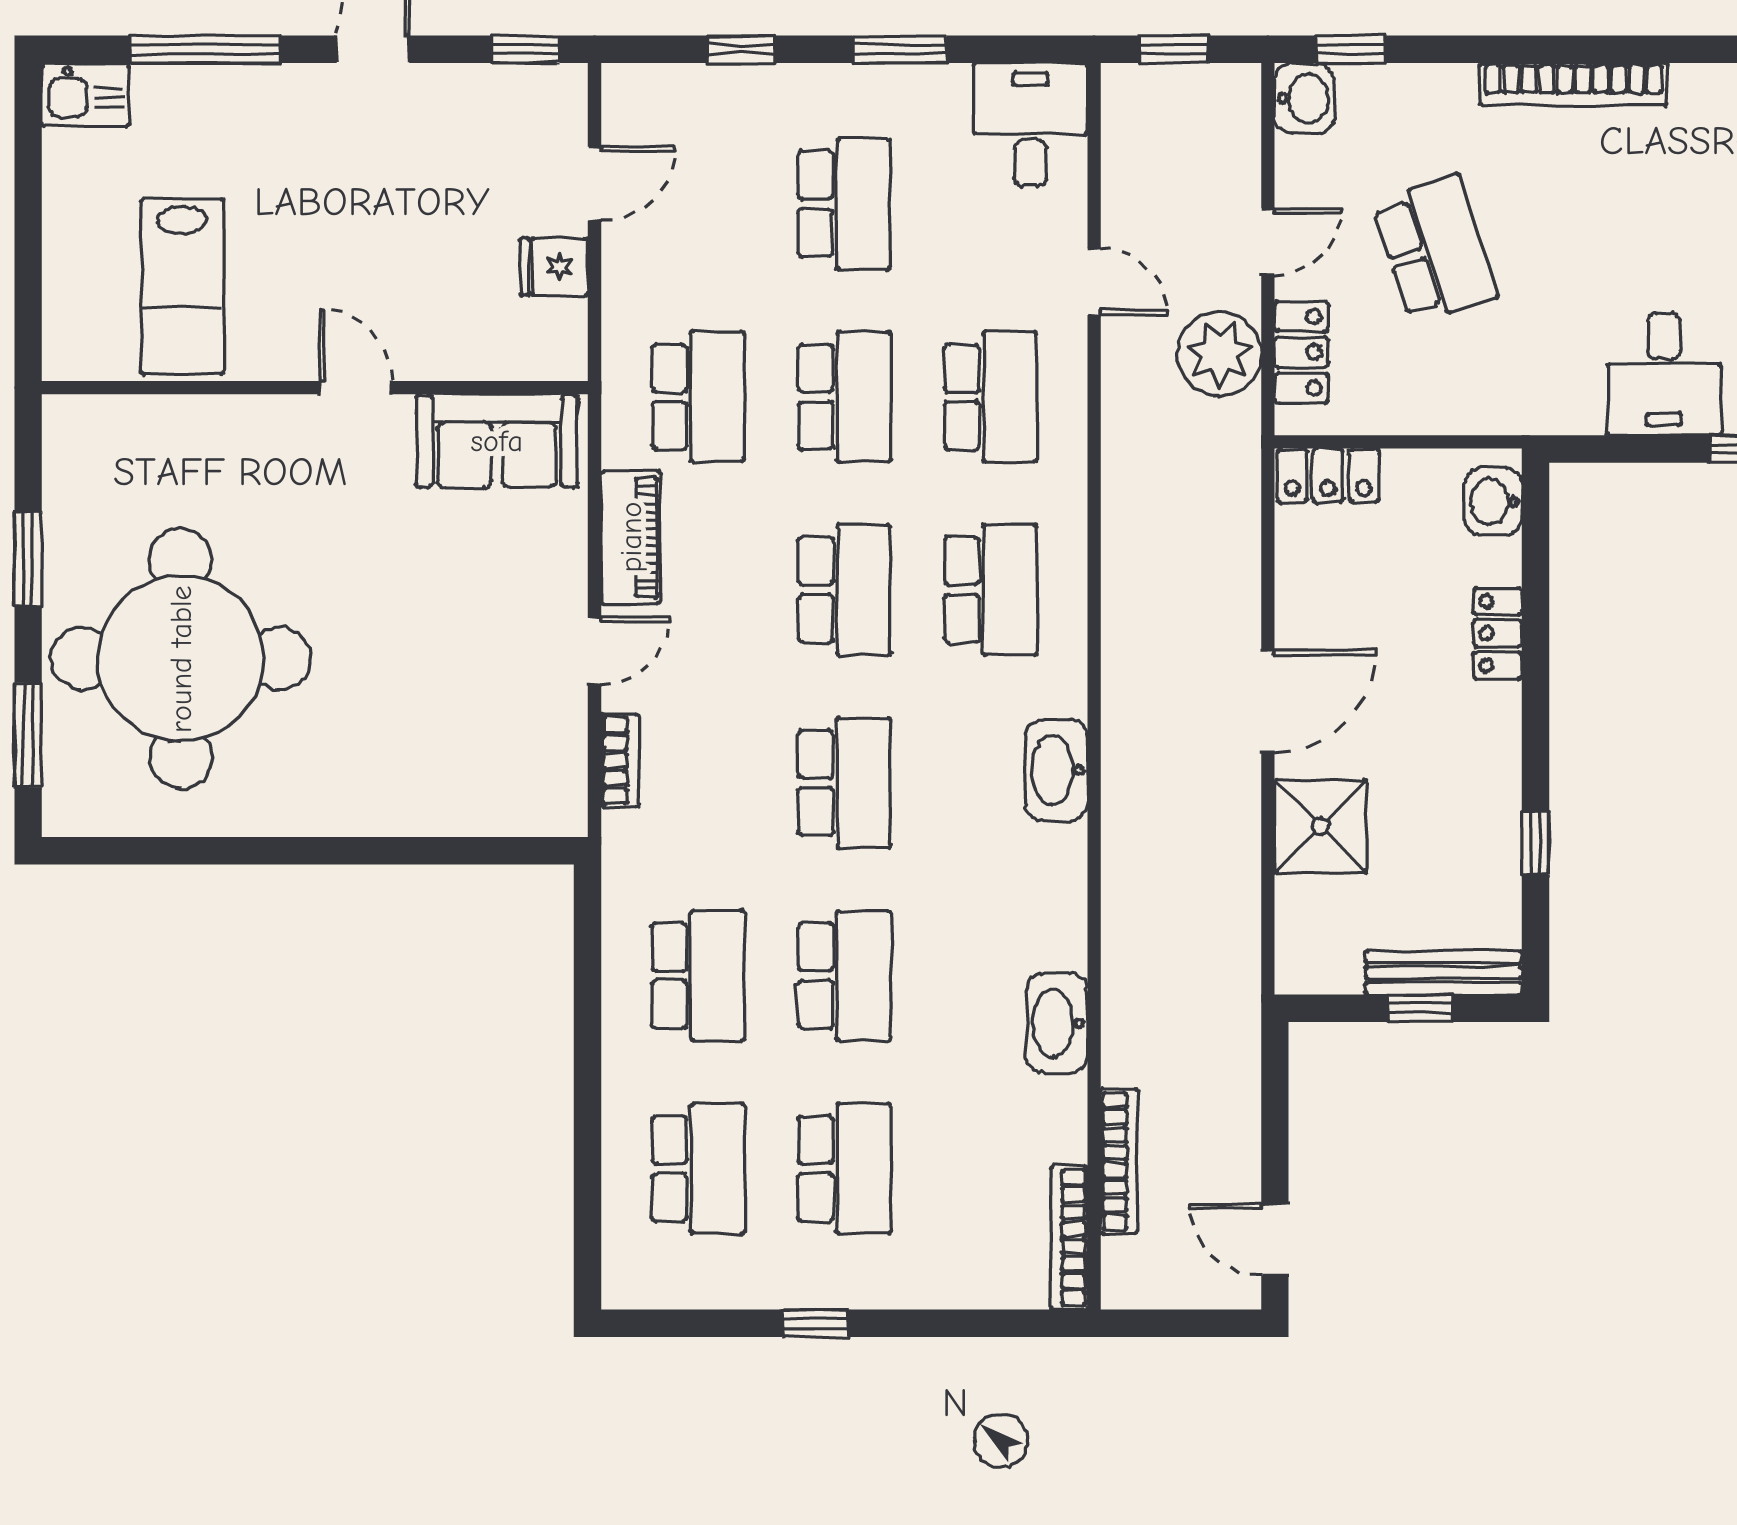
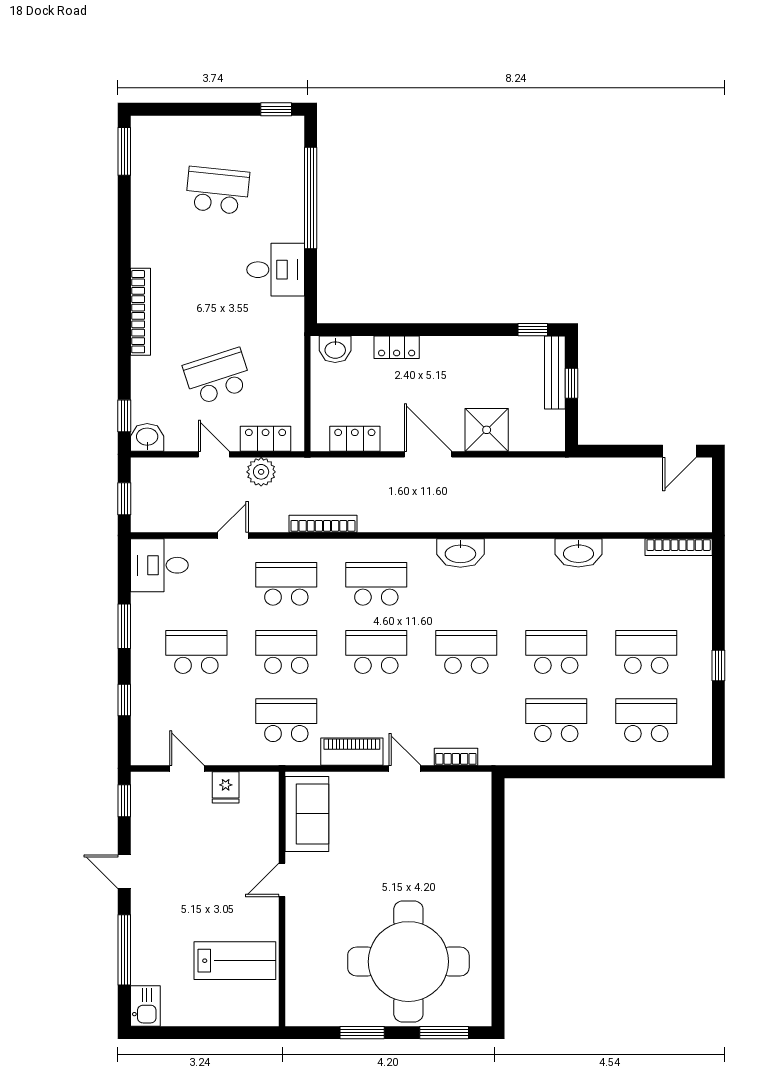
plant: (1219, 354) -> (261, 472), width x0.73, depth x0.73
locker: (1328, 476) -> (355, 439), moved, turned -90
window: (1536, 843) -> (533, 330), moved
bookcase: (1119, 1161) -> (323, 524), moved

